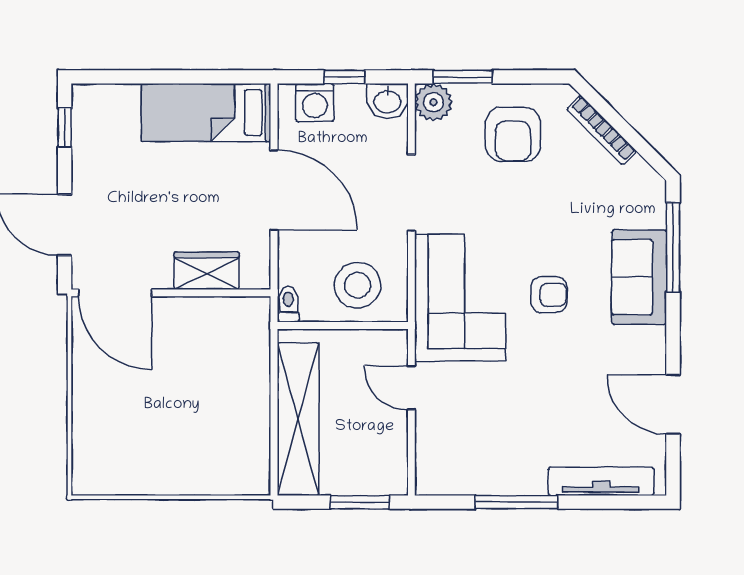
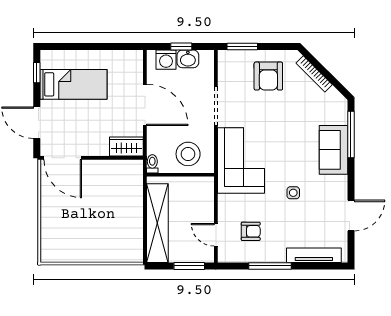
washbasin: (387, 101) -> (188, 59), moved
plant: (433, 102) -> (227, 59), removed
bed: (206, 113) -> (74, 84), moved, turned 180
wardrobe: (207, 271) -> (126, 146), moved
armchair: (549, 295) -> (251, 231), moved
side table: (561, 360) -> (293, 193), added
door: (411, 388) -> (216, 235), moved
door: (673, 404) -> (351, 216), swing flipped

